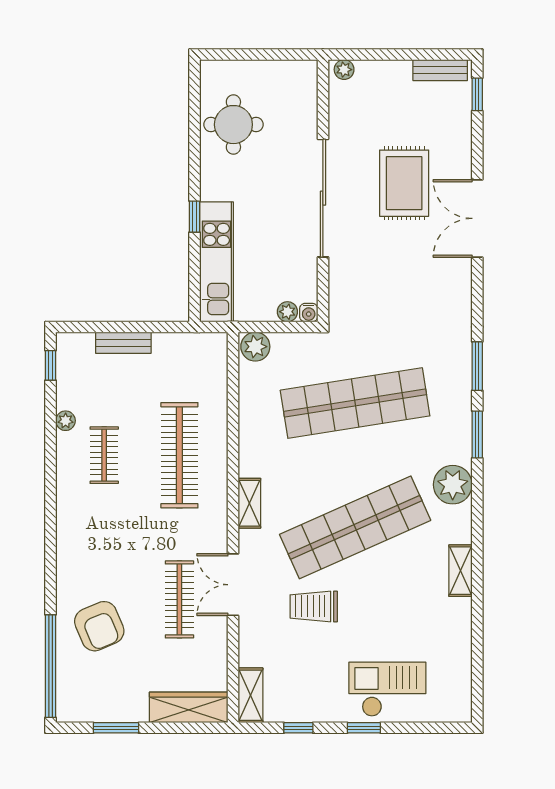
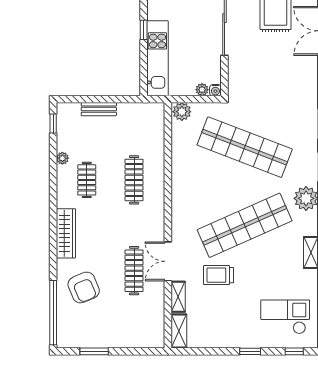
shop shelf: (355, 403) -> (245, 147), turned 30
clothes rail: (179, 455) -> (134, 180), width x0.73, depth x0.76
shelving: (249, 503) -> (178, 297), moved
checkout: (387, 689) -> (285, 317), moved
wardrobe: (189, 707) -> (66, 233), moved, turned 90
window: (298, 728) -> (294, 351), moved

